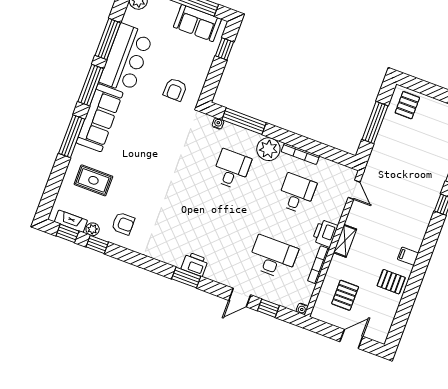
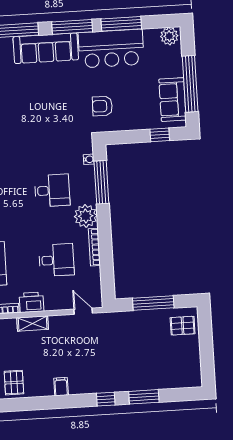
door: (354, 190) -> (83, 311), swing flipped
filing cabinet: (408, 256) -> (61, 387), moved

